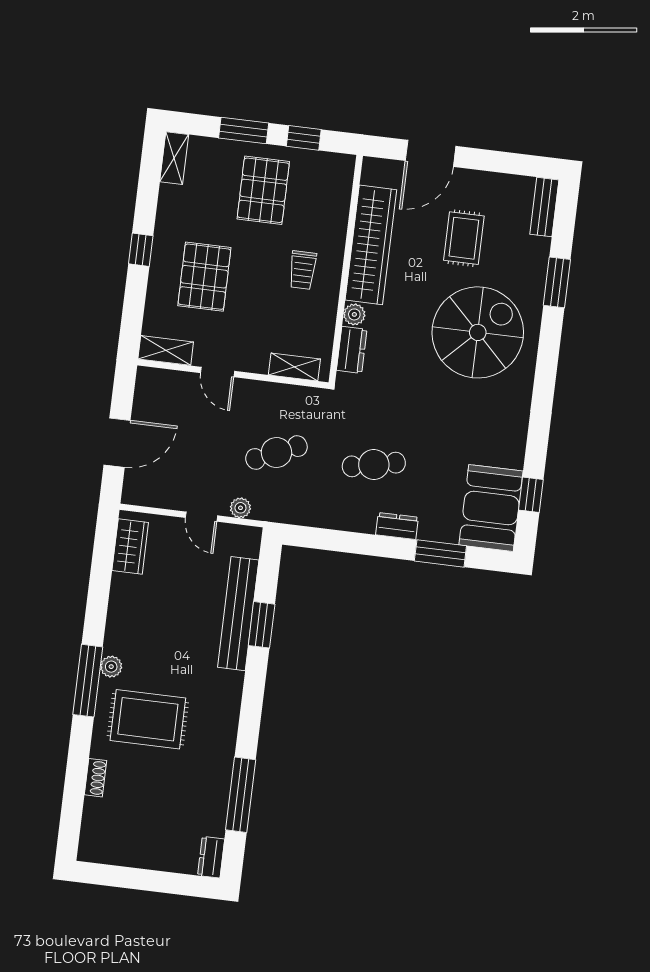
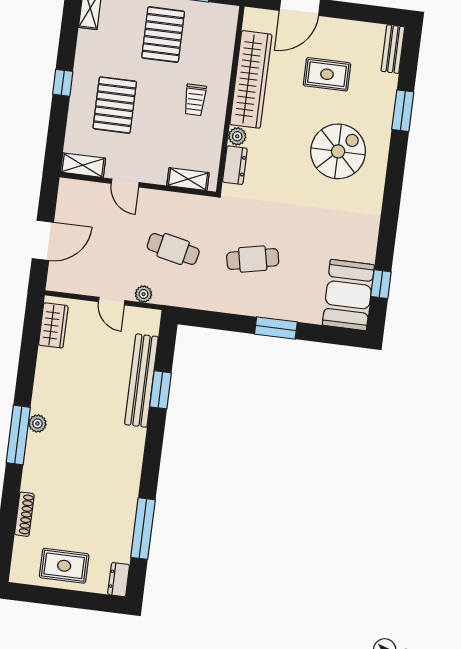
rug: (464, 238) -> (327, 74), turned 90
spiral stairs: (478, 332) -> (338, 151), width x0.73, depth x0.73
cafe table: (276, 453) -> (173, 249), turned 36
dresser: (397, 526) -> (272, 309), removed
window: (440, 553) -> (276, 328), moved
rug: (148, 719) -> (64, 566), moved, width x0.73, depth x0.70
shoe rack: (96, 778) -> (24, 514), width x1.43

